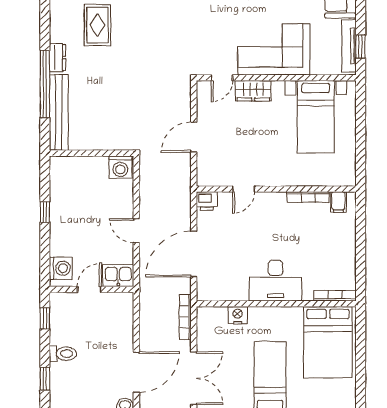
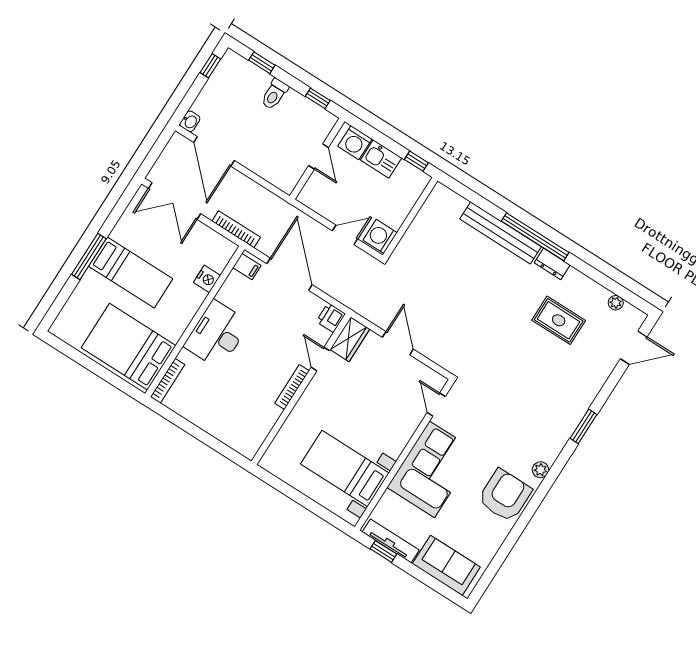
wardrobe: (253, 91) -> (350, 339), moved, turned 180
wall: (92, 153) -> (410, 218), moved
washing machine: (120, 167) -> (380, 236), moved
bookcase: (308, 197) -> (292, 387), moved
filing cabinet: (338, 202) -> (247, 267), moved, turned 180
kitchen sink: (118, 276) -> (381, 159), moved, turned 90

